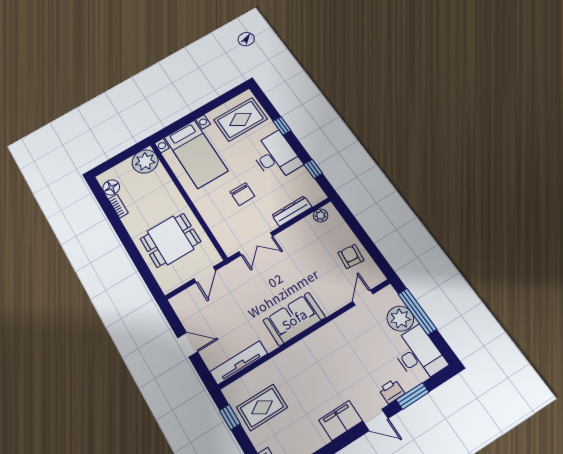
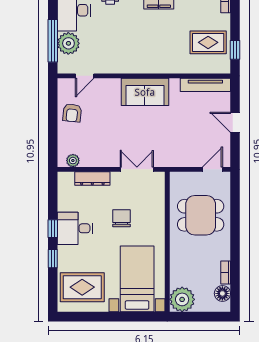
desk: (276, 156) -> (75, 228), width x0.73
window: (313, 169) -> (53, 229), moved
door: (205, 275) -> (212, 169), moved

